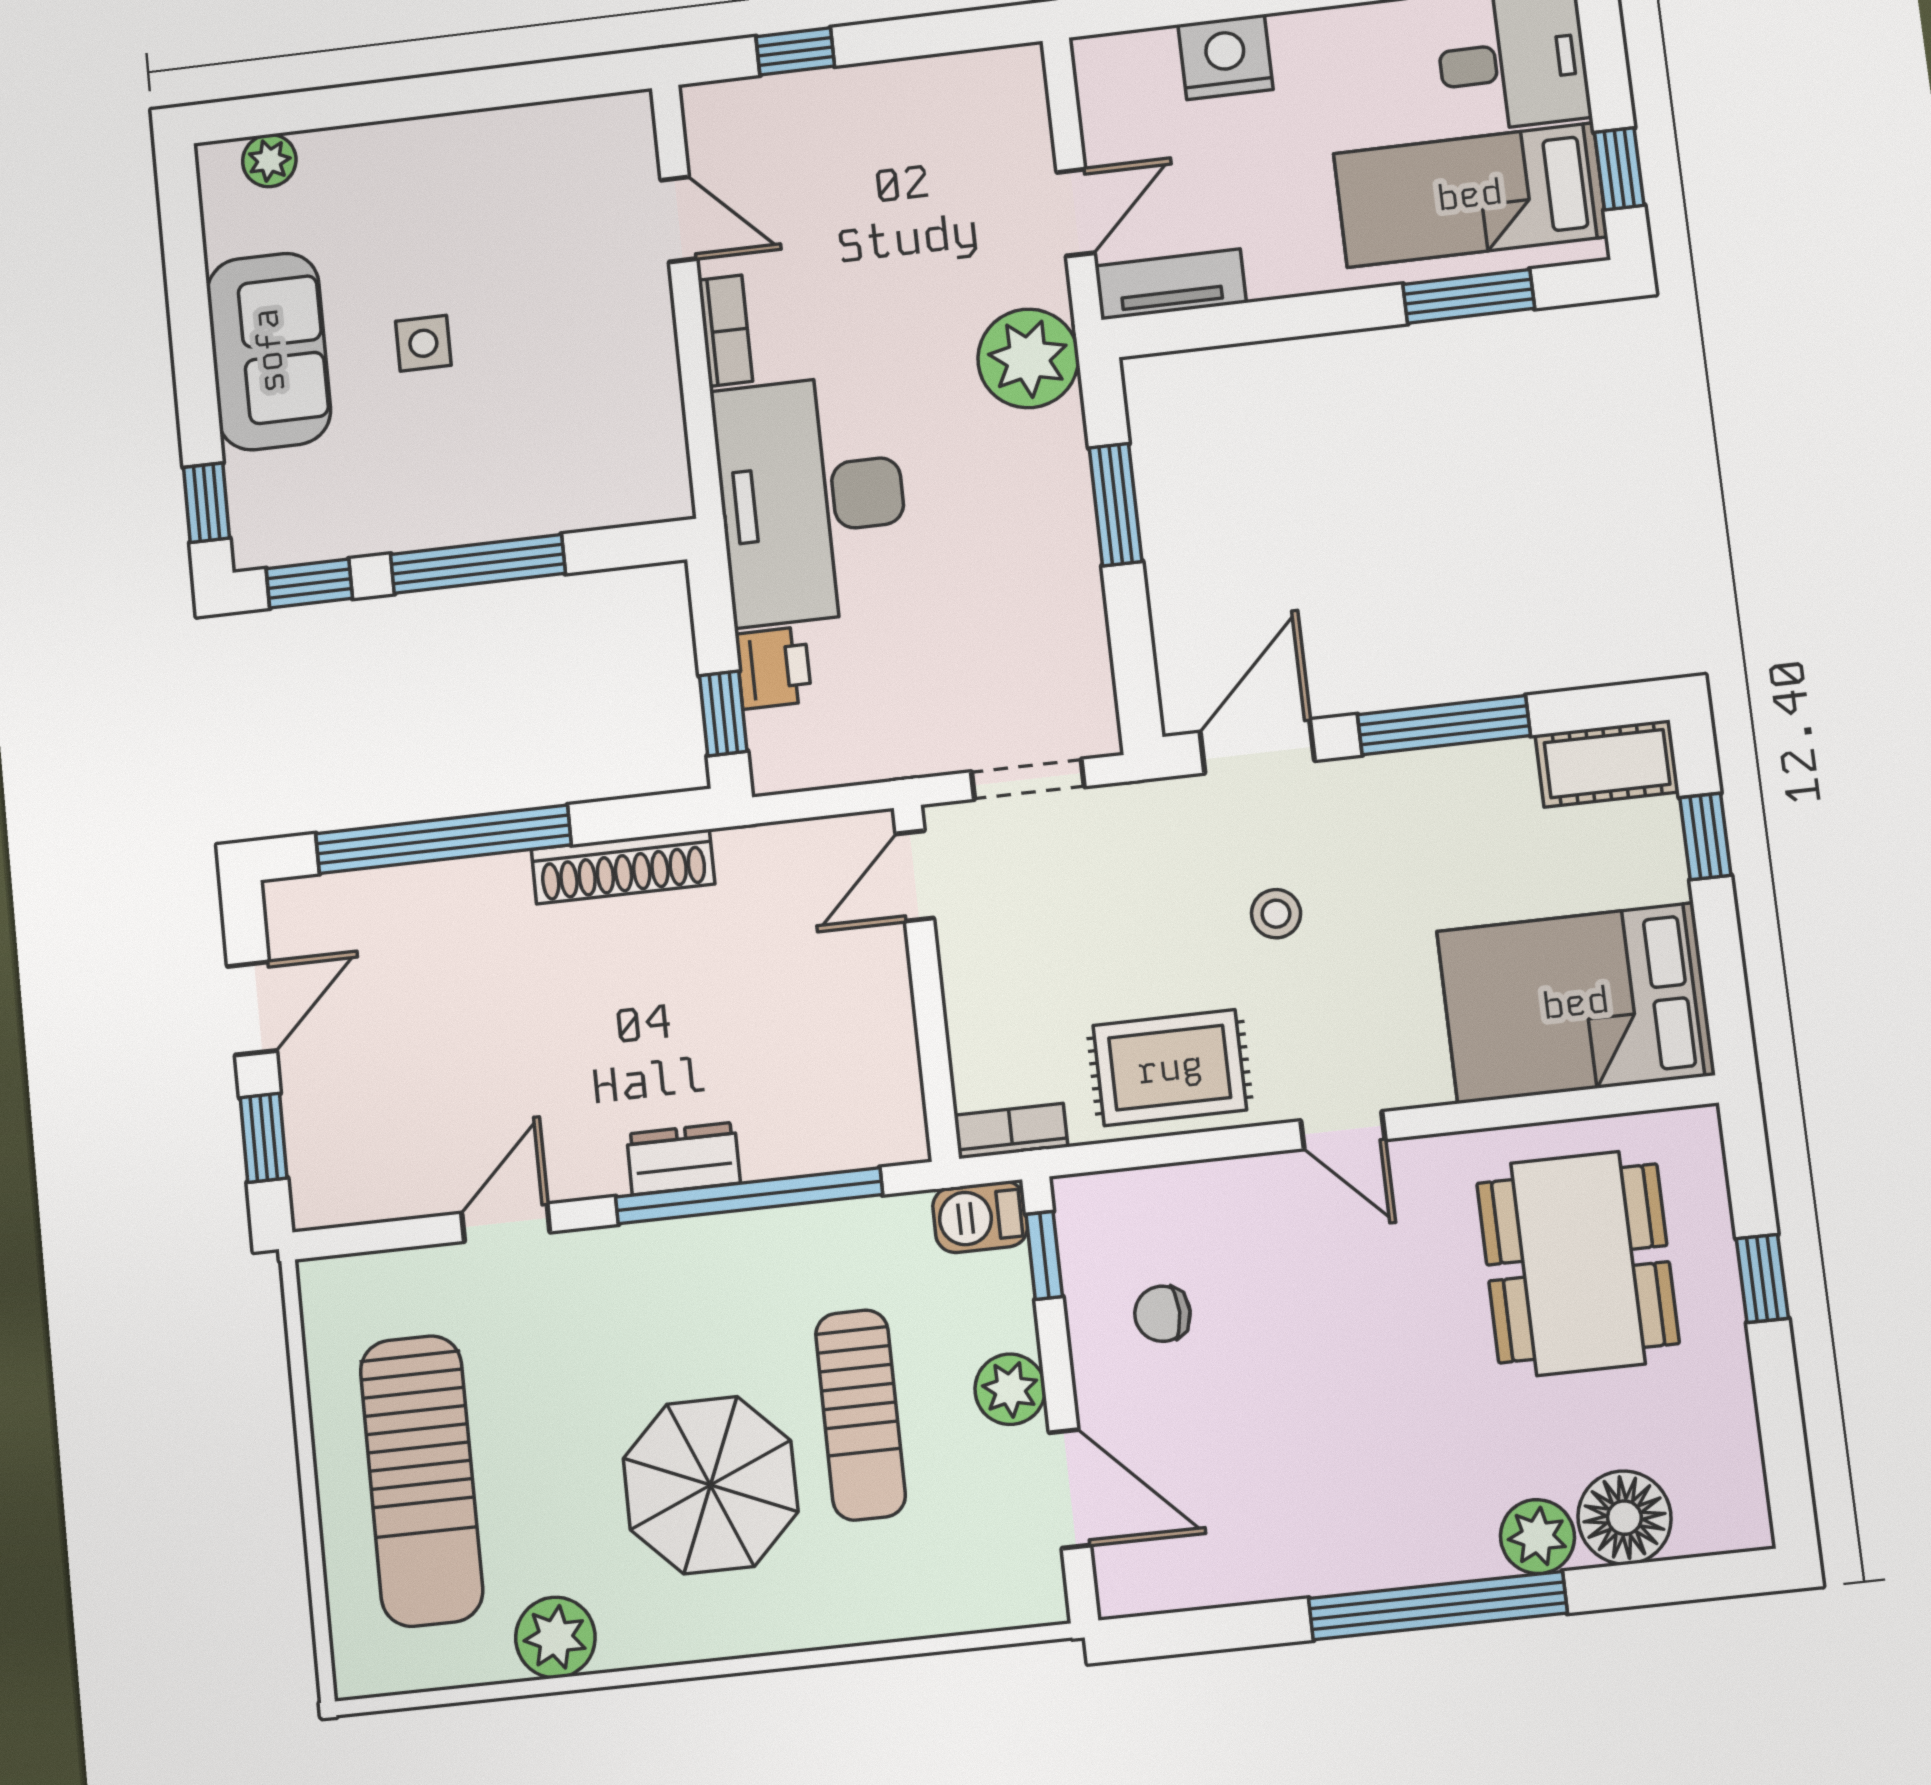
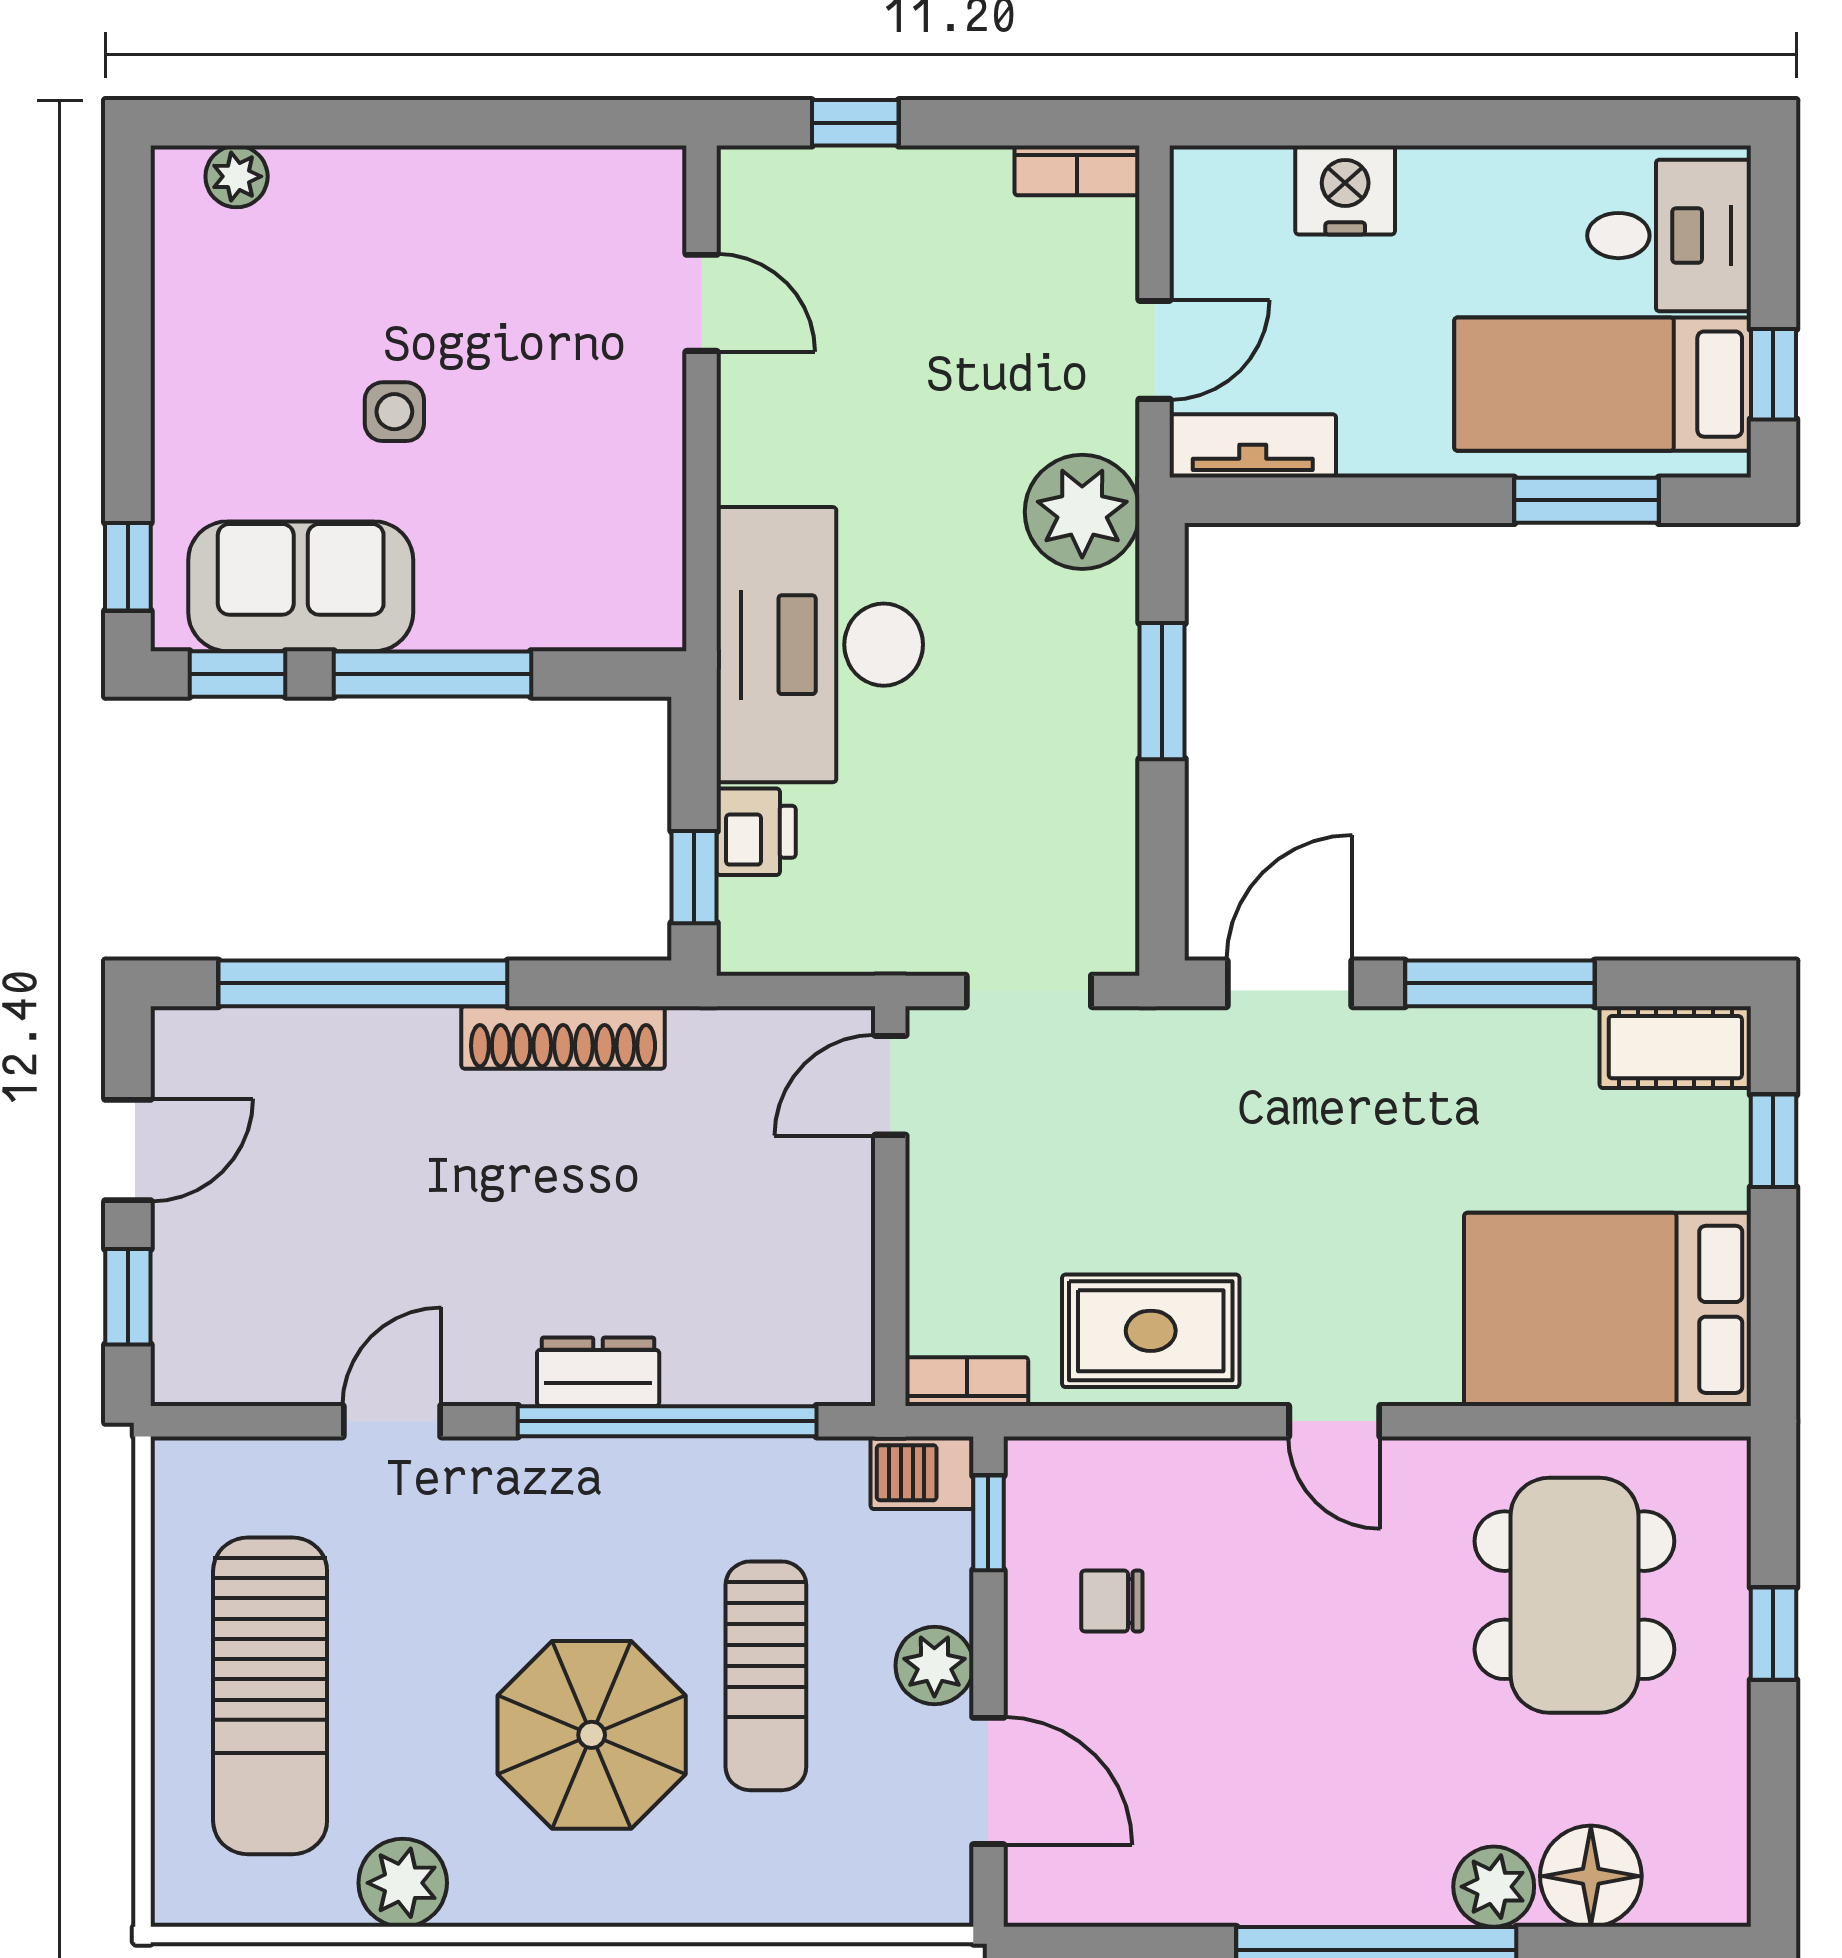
bookcase: (725, 331) -> (1077, 170), moved, turned 90
sofa: (269, 351) -> (301, 586), moved, turned -90
stool: (1276, 914) -> (1288, 1173), removed

